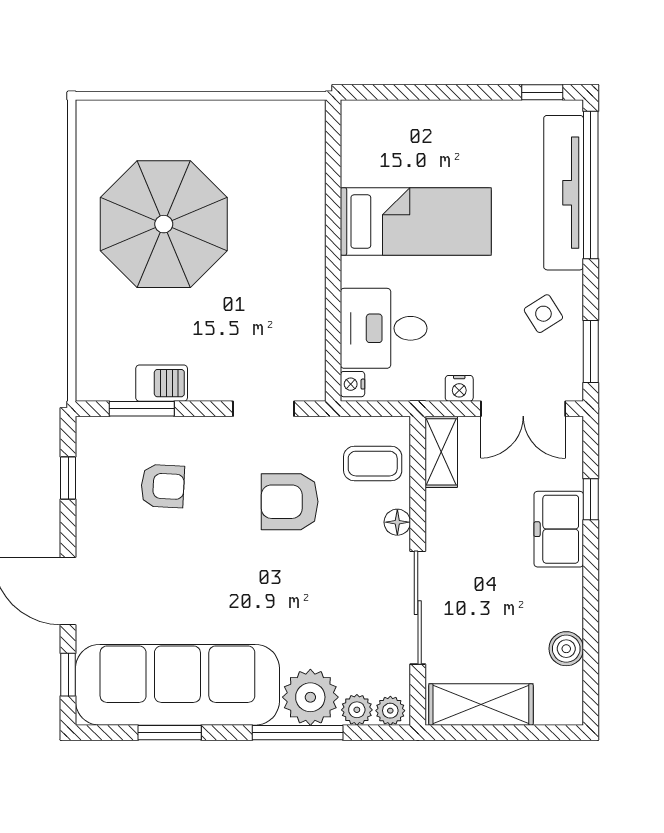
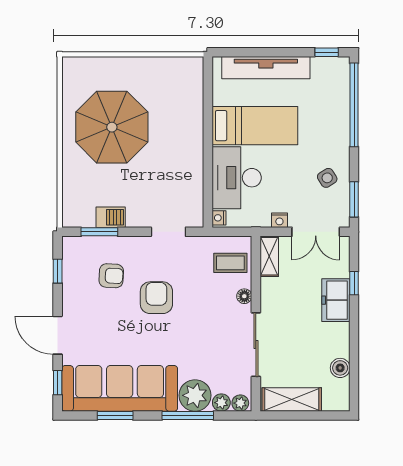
tv unit: (564, 193) -> (266, 68), moved, turned -90
desk: (384, 328) -> (237, 178), width x1.37
armchair: (290, 502) -> (156, 298), moved, turned 90

